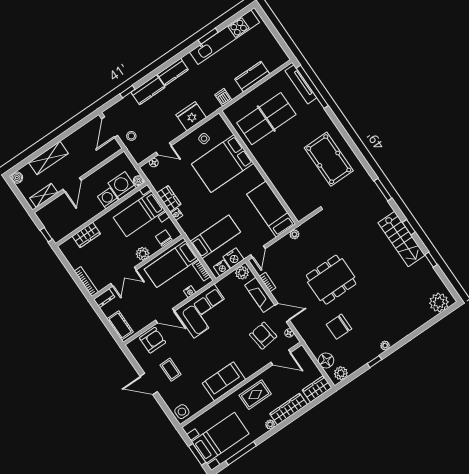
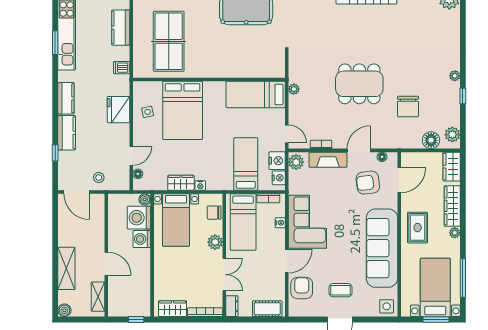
wardrobe: (86, 235) -> (173, 309), moved, turned -90
dining table: (331, 280) -> (359, 84), turned 90
sofa: (224, 381) -> (382, 248), width x1.85, depth x1.27

